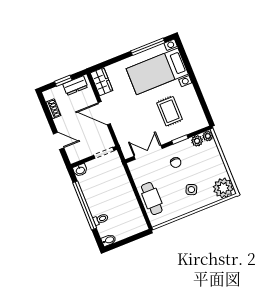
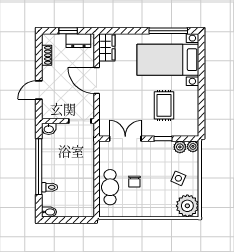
door: (59, 141) -> (39, 90), swing flipped
chair: (176, 162) -> (134, 182), moved
side table: (191, 190) -> (178, 178), moved

